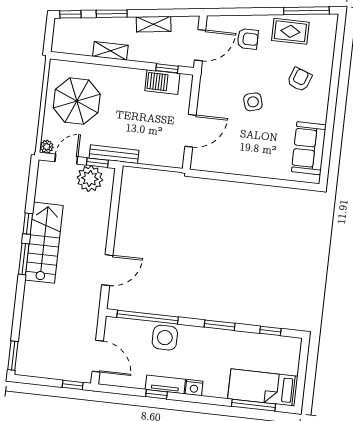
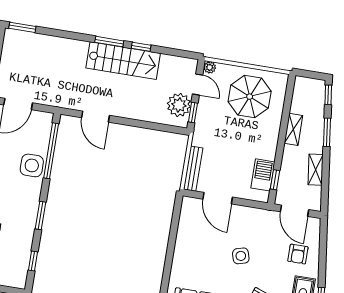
bench: (114, 154) -> (193, 169), moved

